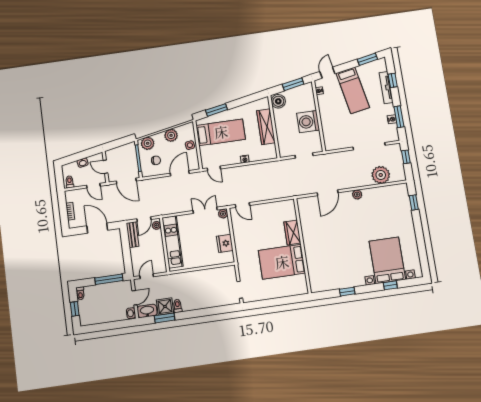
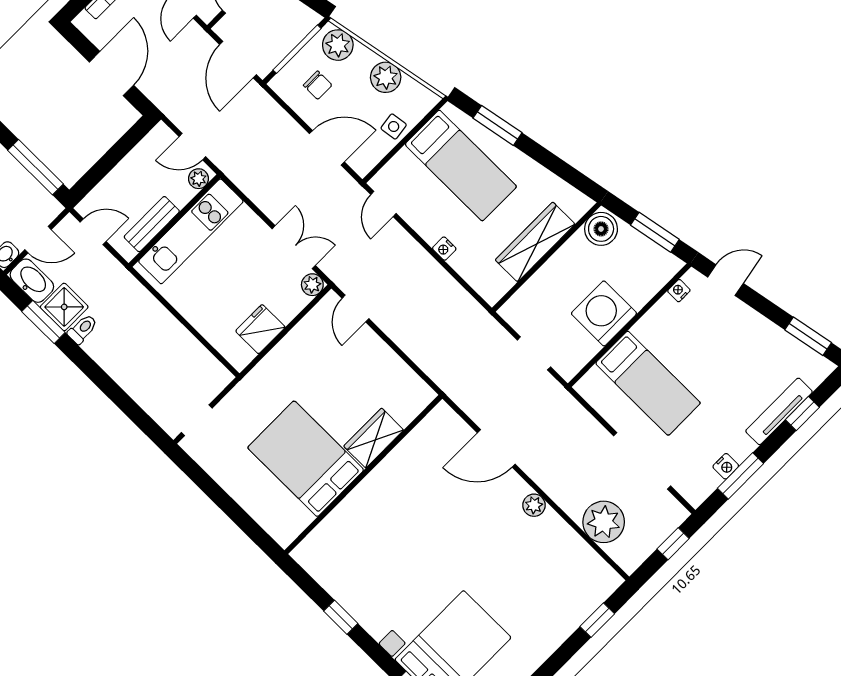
bed: (353, 90) -> (648, 383), moved, turned -79
bench: (133, 235) -> (152, 224), moved

